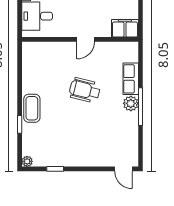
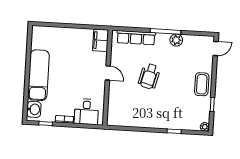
row of seats: (131, 79) -> (136, 38), width x1.48
plant: (131, 103) -> (176, 40), moved
coffee table: (32, 108) -> (202, 84), moved, turned 90

